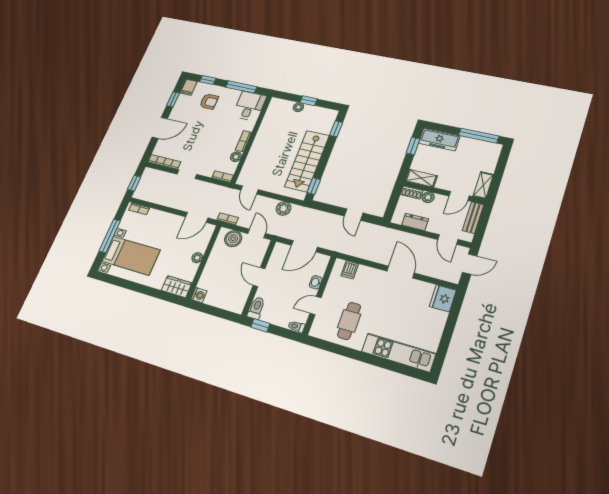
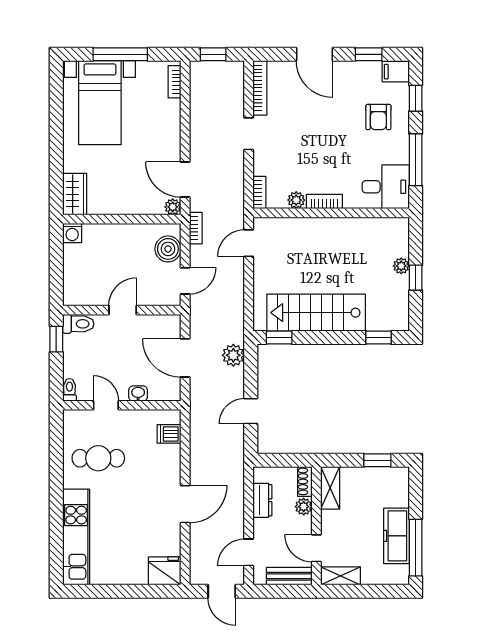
freezer: (439, 140) -> (396, 536), moved
plant: (283, 208) -> (233, 355), moved
plant: (197, 258) -> (173, 207), moved

